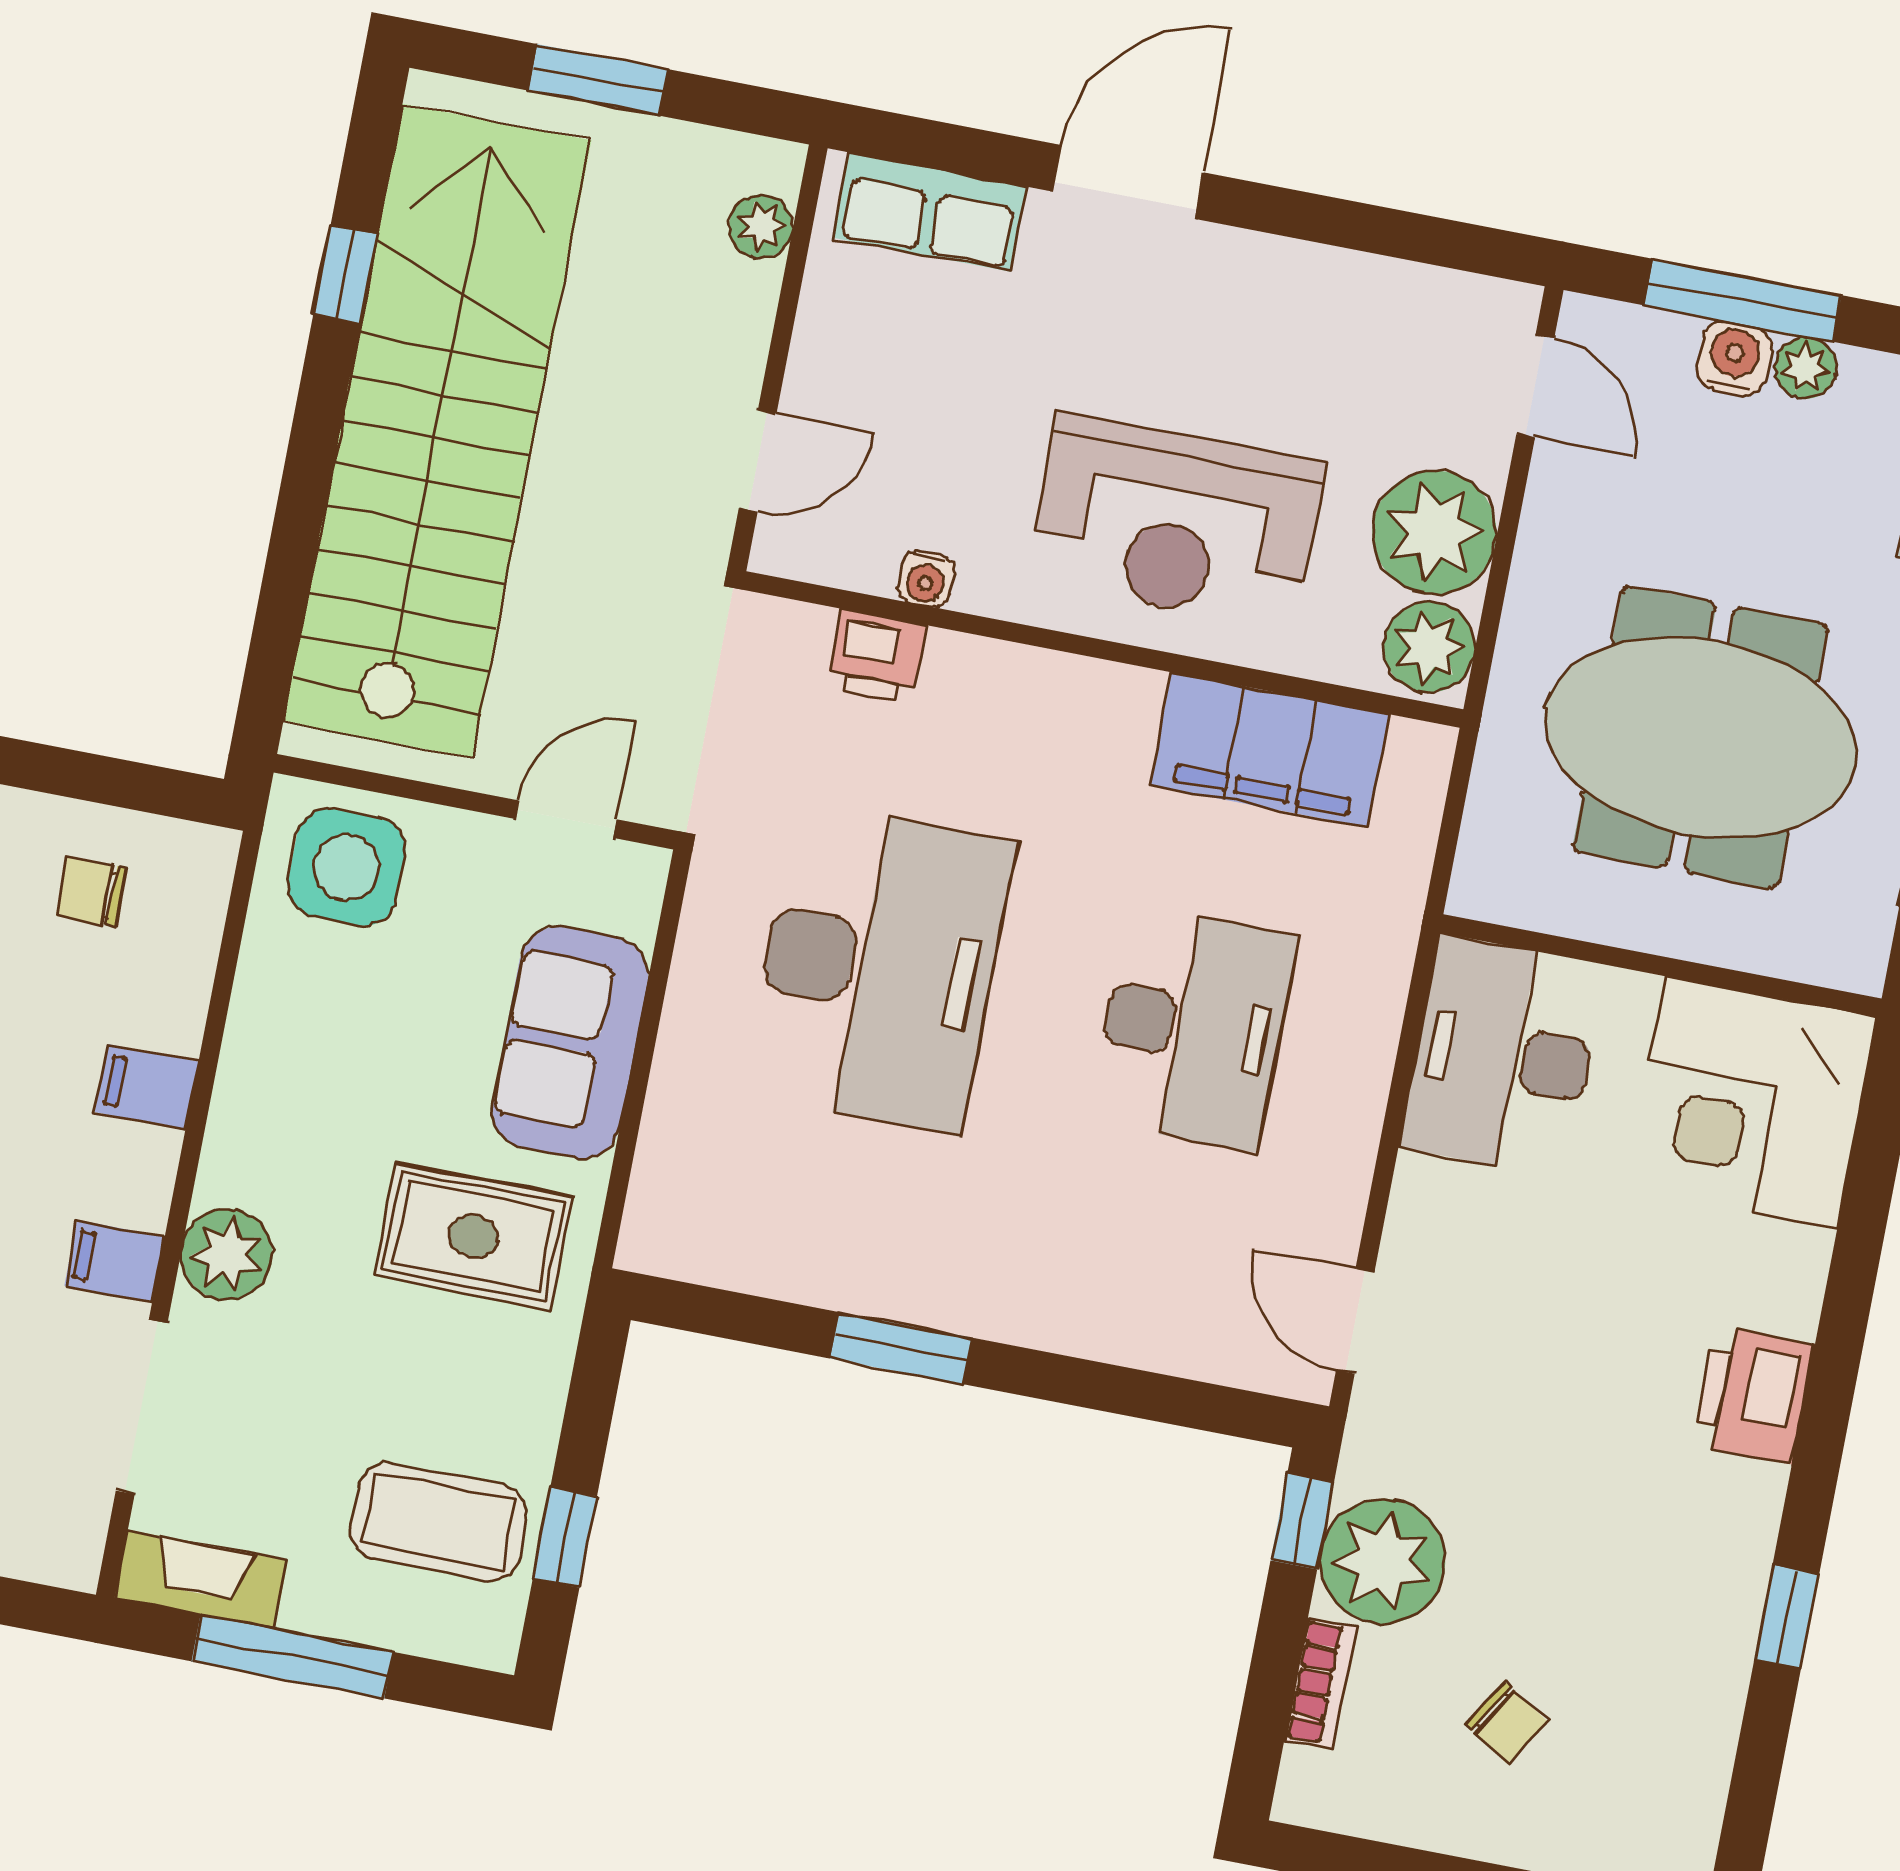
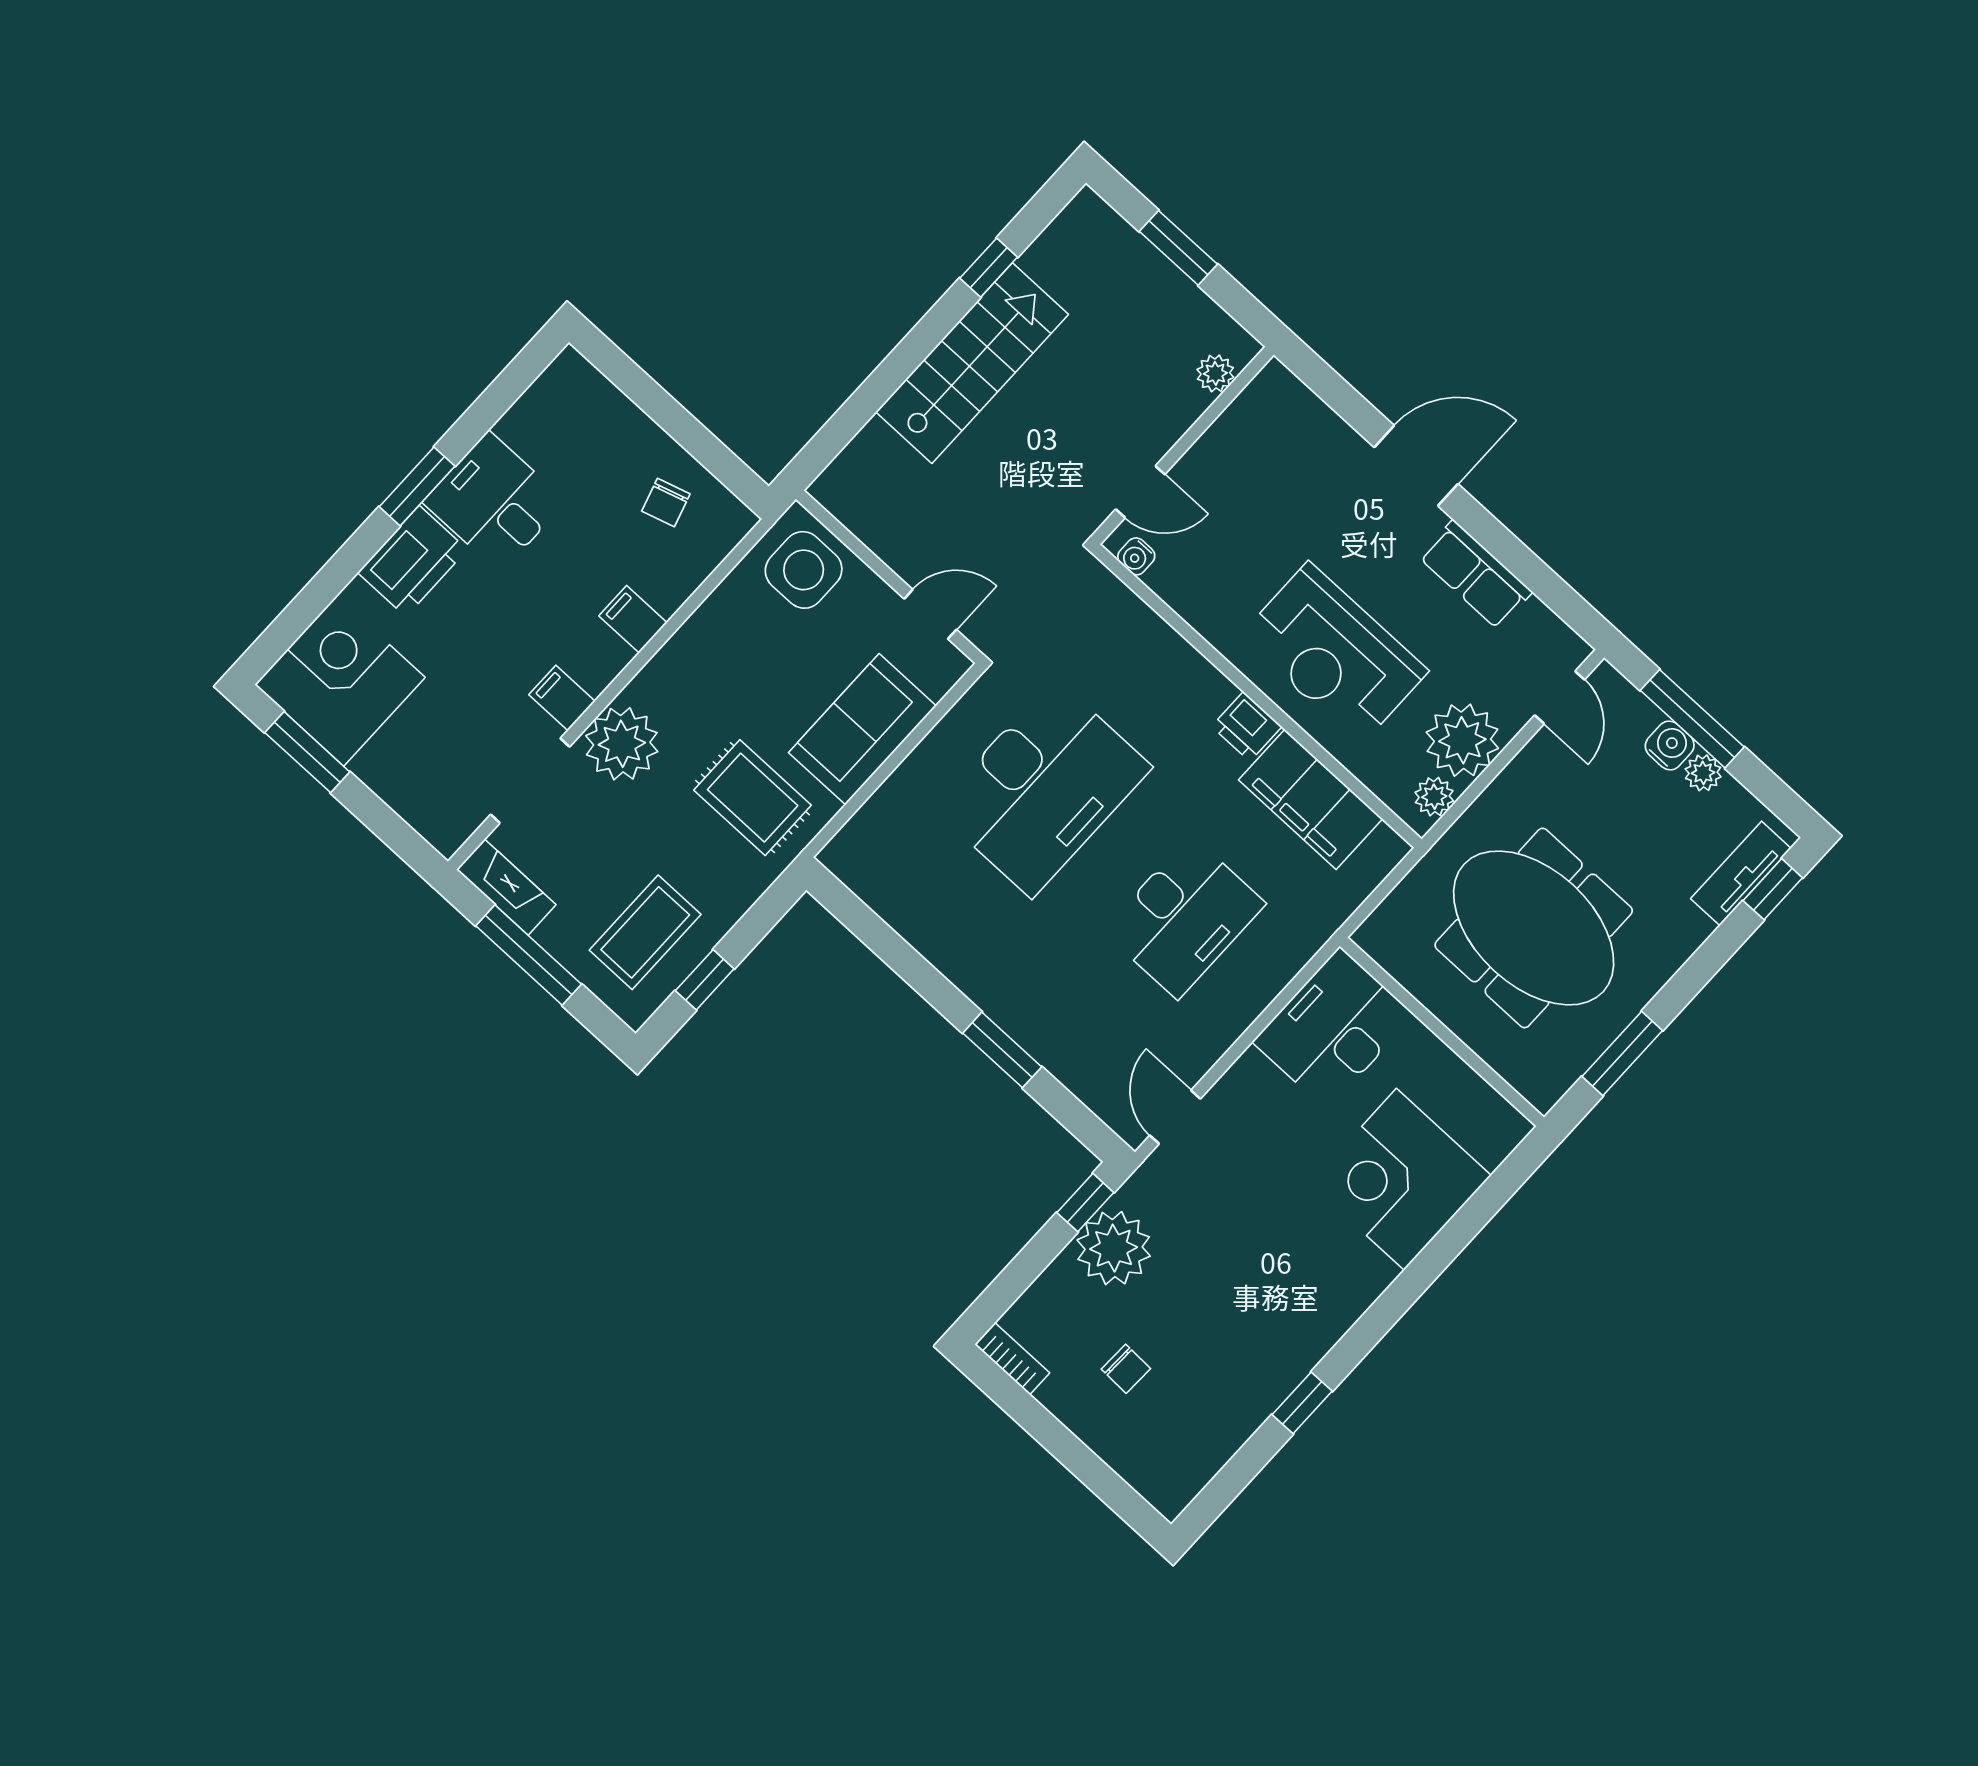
row of seats: (930, 212) -> (1476, 575), moved
stairs: (437, 431) -> (972, 363), width x0.54, depth x0.66
water cooler: (926, 579) -> (1136, 556), moved
plant: (1429, 647) -> (1434, 797), width x0.73, depth x0.73
printer: (876, 656) -> (1247, 727), moved
chair: (91, 892) -> (666, 503), turned -107
corner desk: (1752, 1103) -> (1400, 1179), moved
plant: (227, 1255) -> (622, 744), width x1.36, depth x1.36
window: (901, 1348) -> (1002, 1050), moved
printer: (1754, 1395) -> (1355, 1280), removed
coffee table: (439, 1522) -> (645, 932), turned 90
bookcase: (1321, 1683) -> (1012, 1359), moved, turned -90
chair: (1506, 1723) -> (1126, 1369), turned -30

